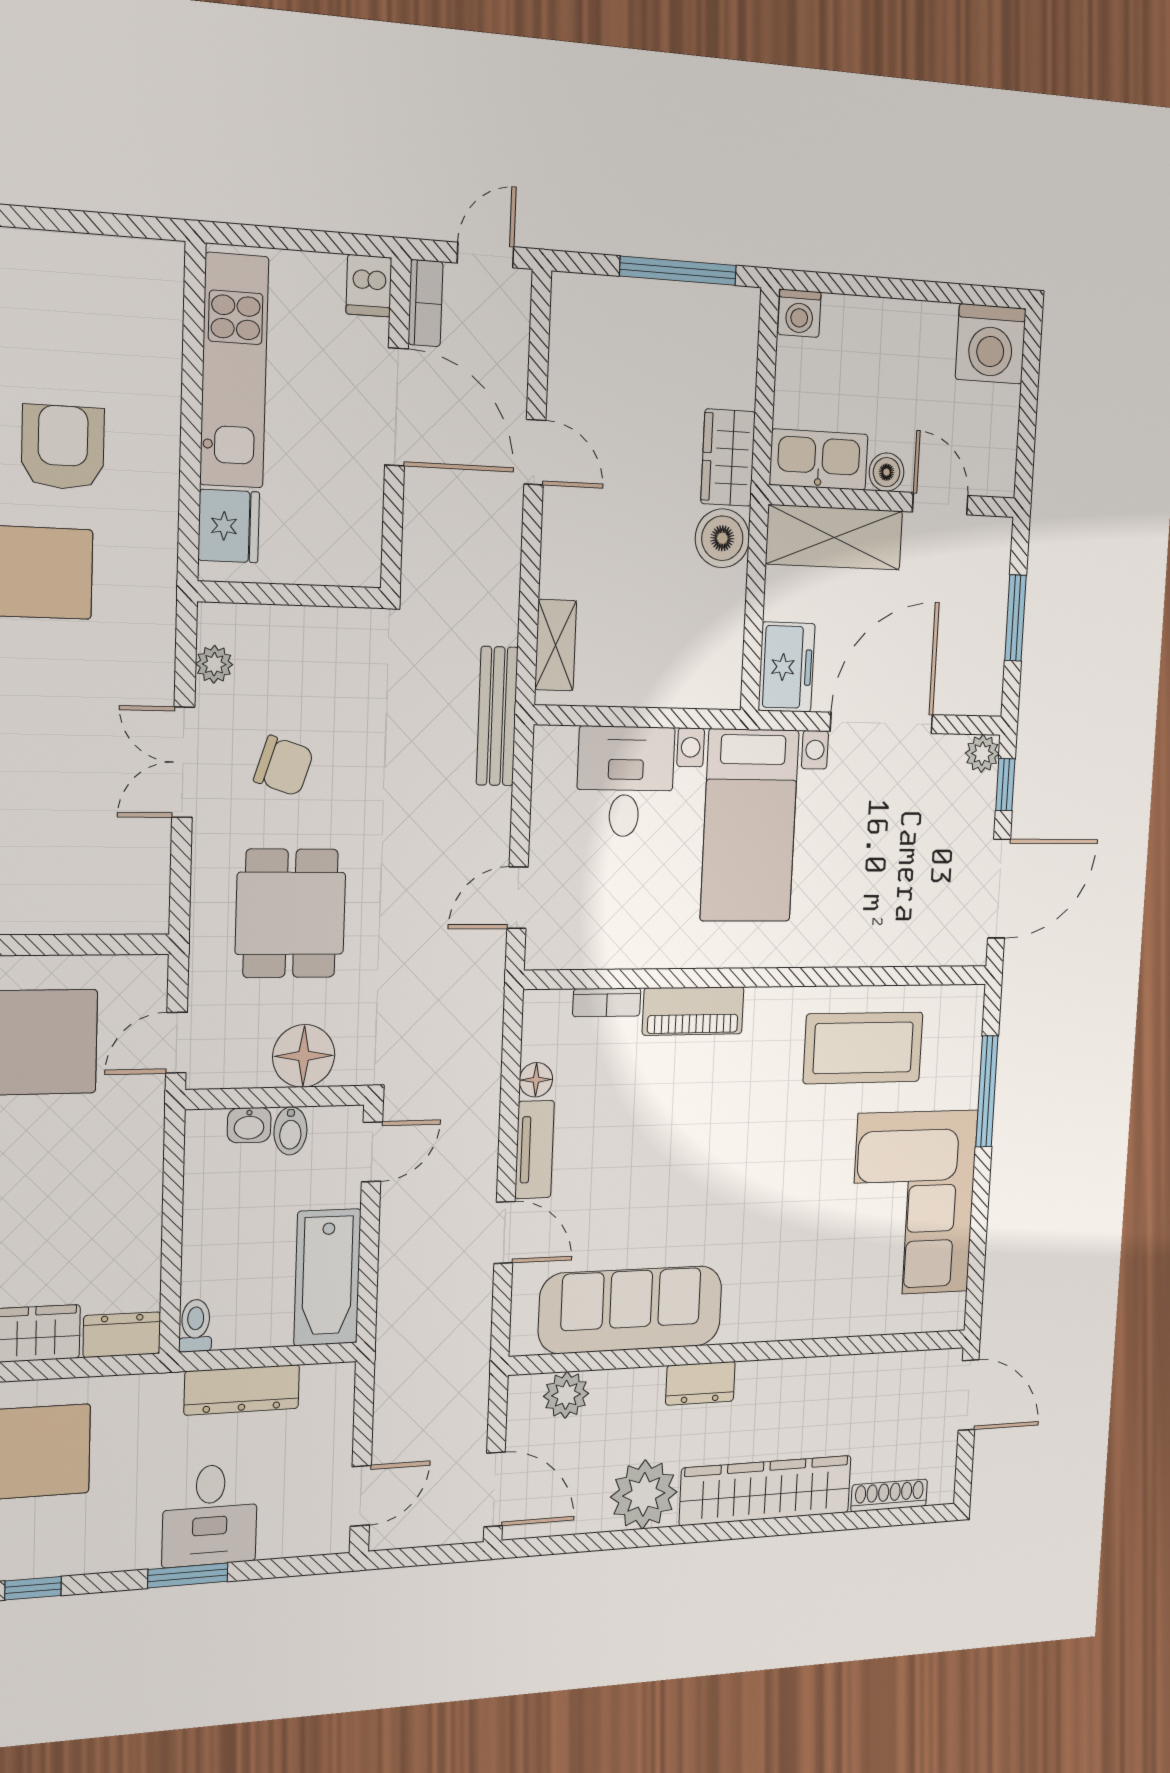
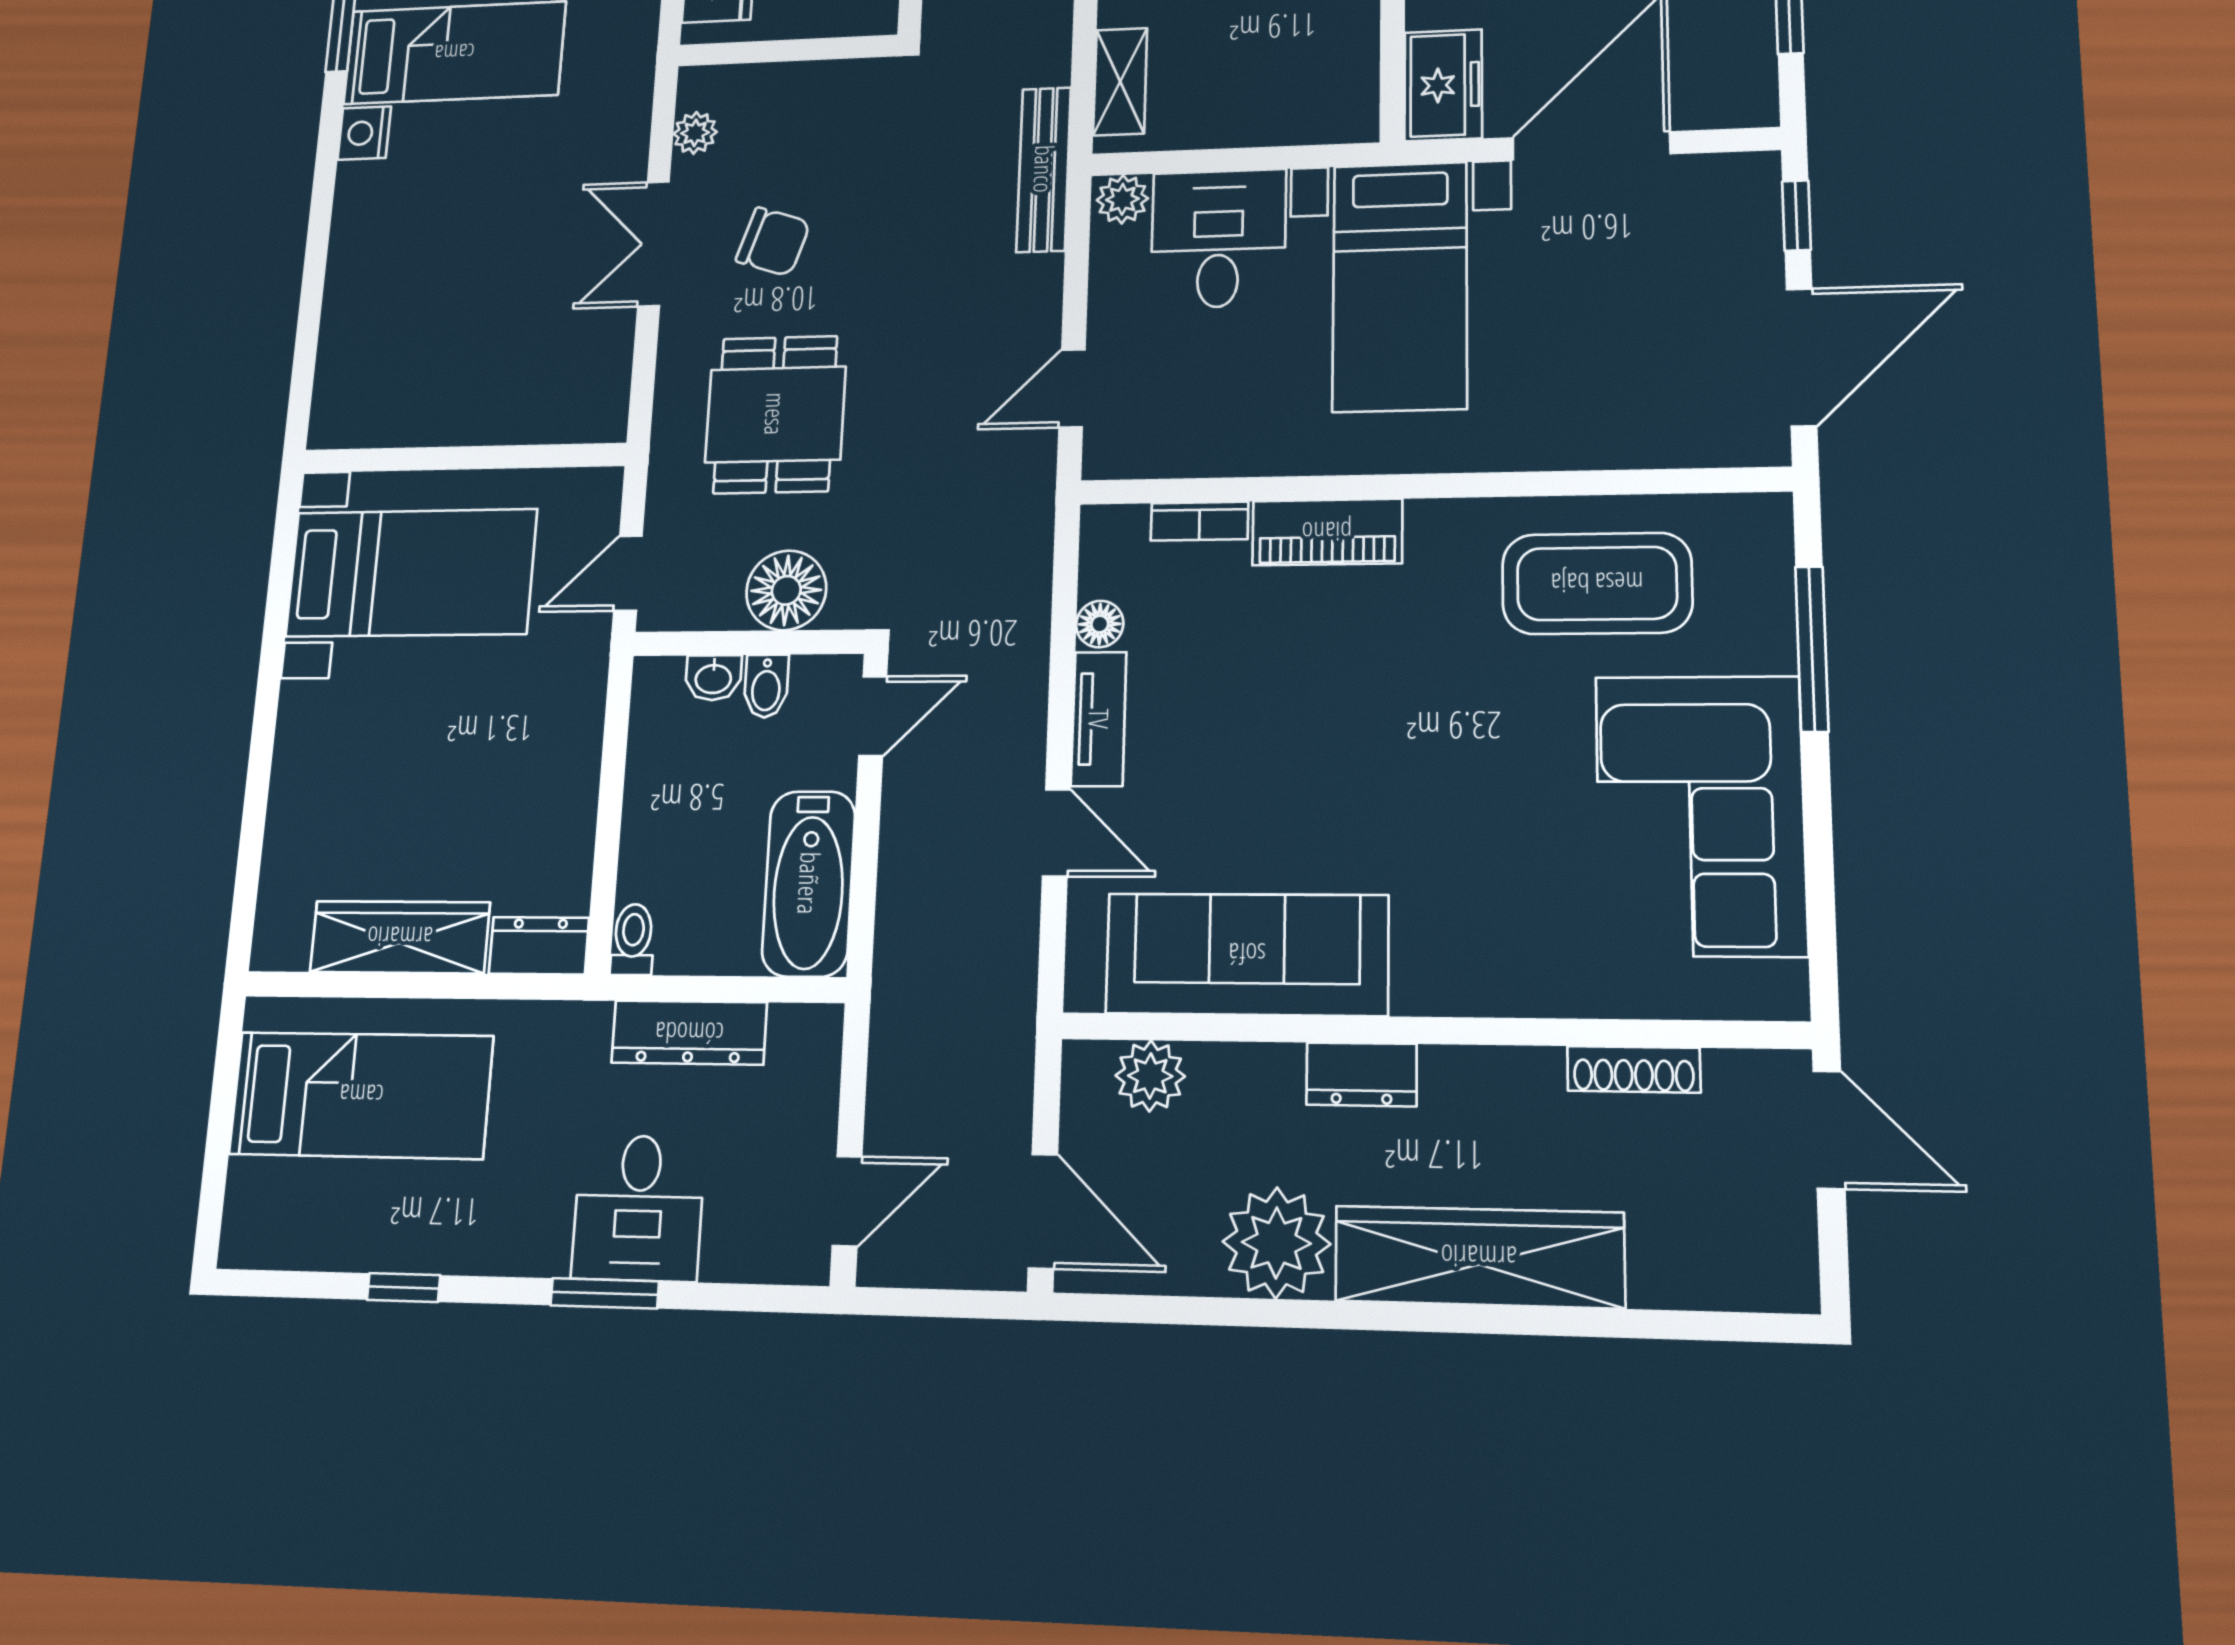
plant: (982, 754) -> (1122, 199), moved
shoe rack: (889, 1495) -> (1634, 1069), moved, turned 180

